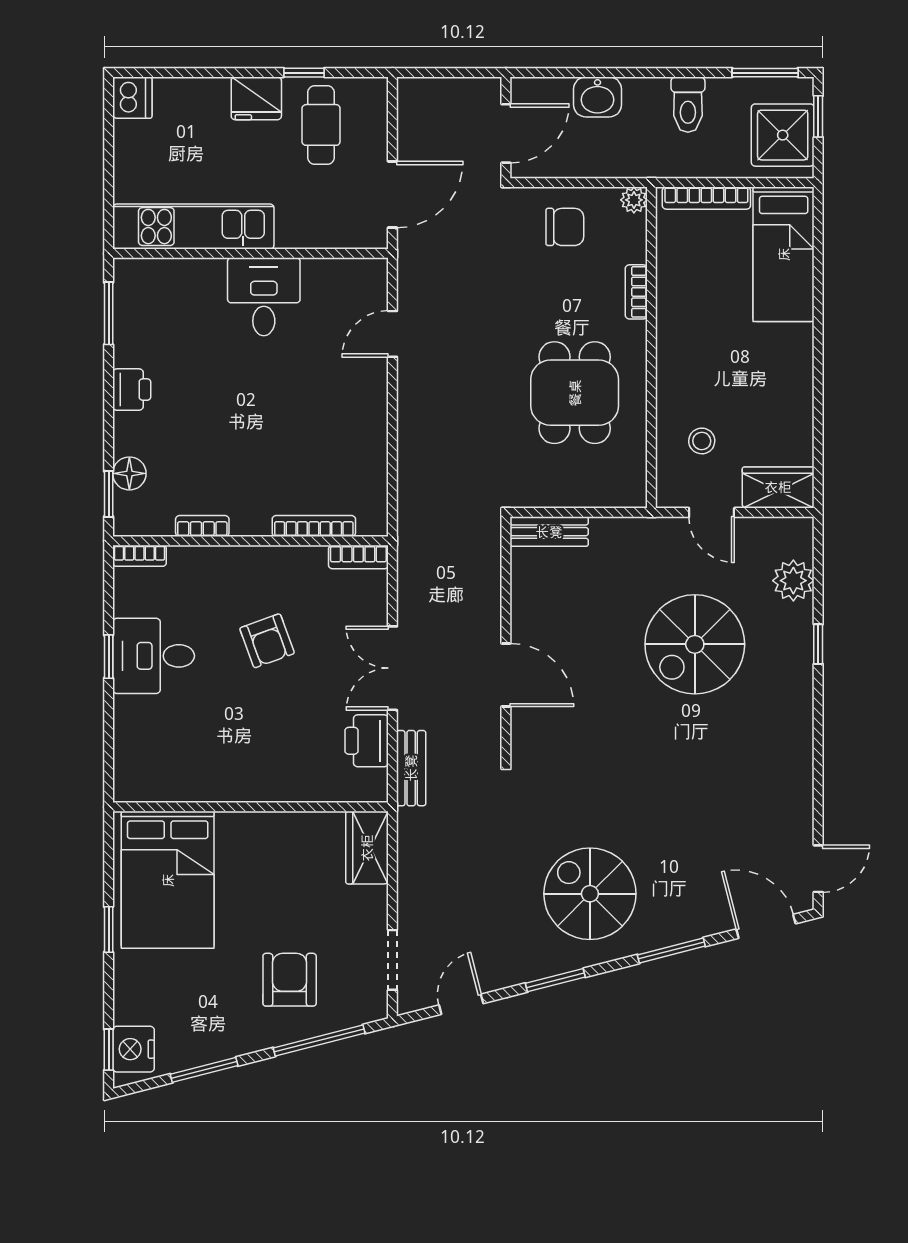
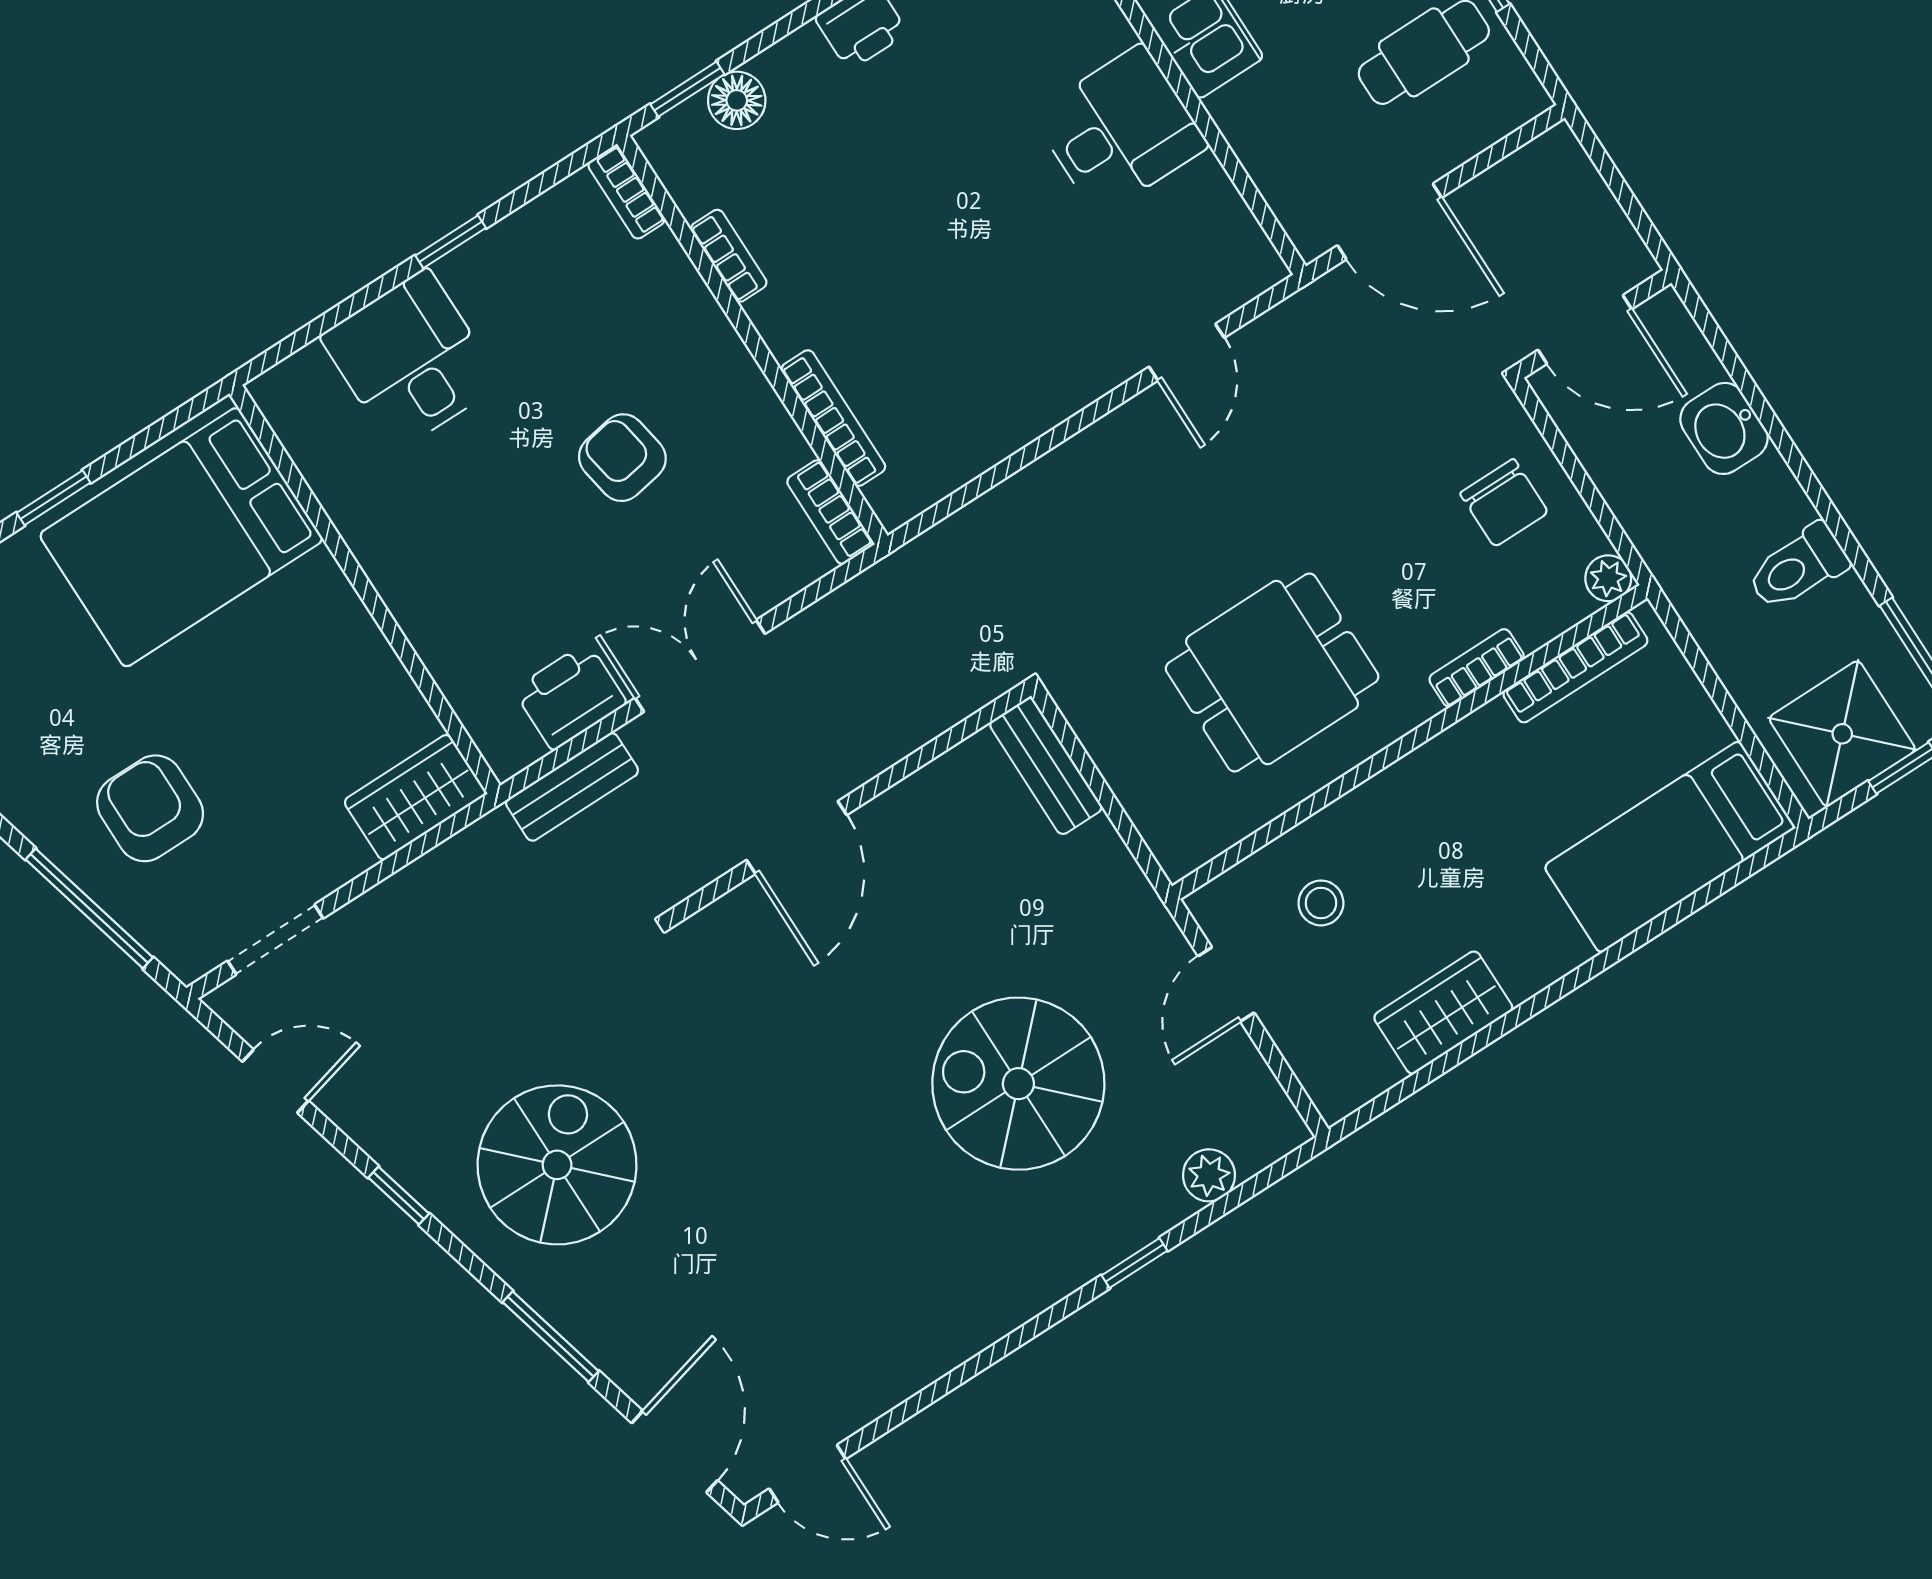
bookcase: (706, 198) -> (1575, 667), moved, turned -90
door: (392, 334) -> (1187, 352), swing flipped
wardrobe: (778, 487) -> (1443, 1013), moved, turned -90
plant: (793, 581) -> (1209, 1175), width x0.73, depth x0.73
armchair: (267, 641) -> (622, 458), turned 100
desk: (154, 656) -> (411, 360), moved
armchair: (290, 980) -> (150, 808), turned -90
window: (555, 980) -> (399, 1196), width x0.67

